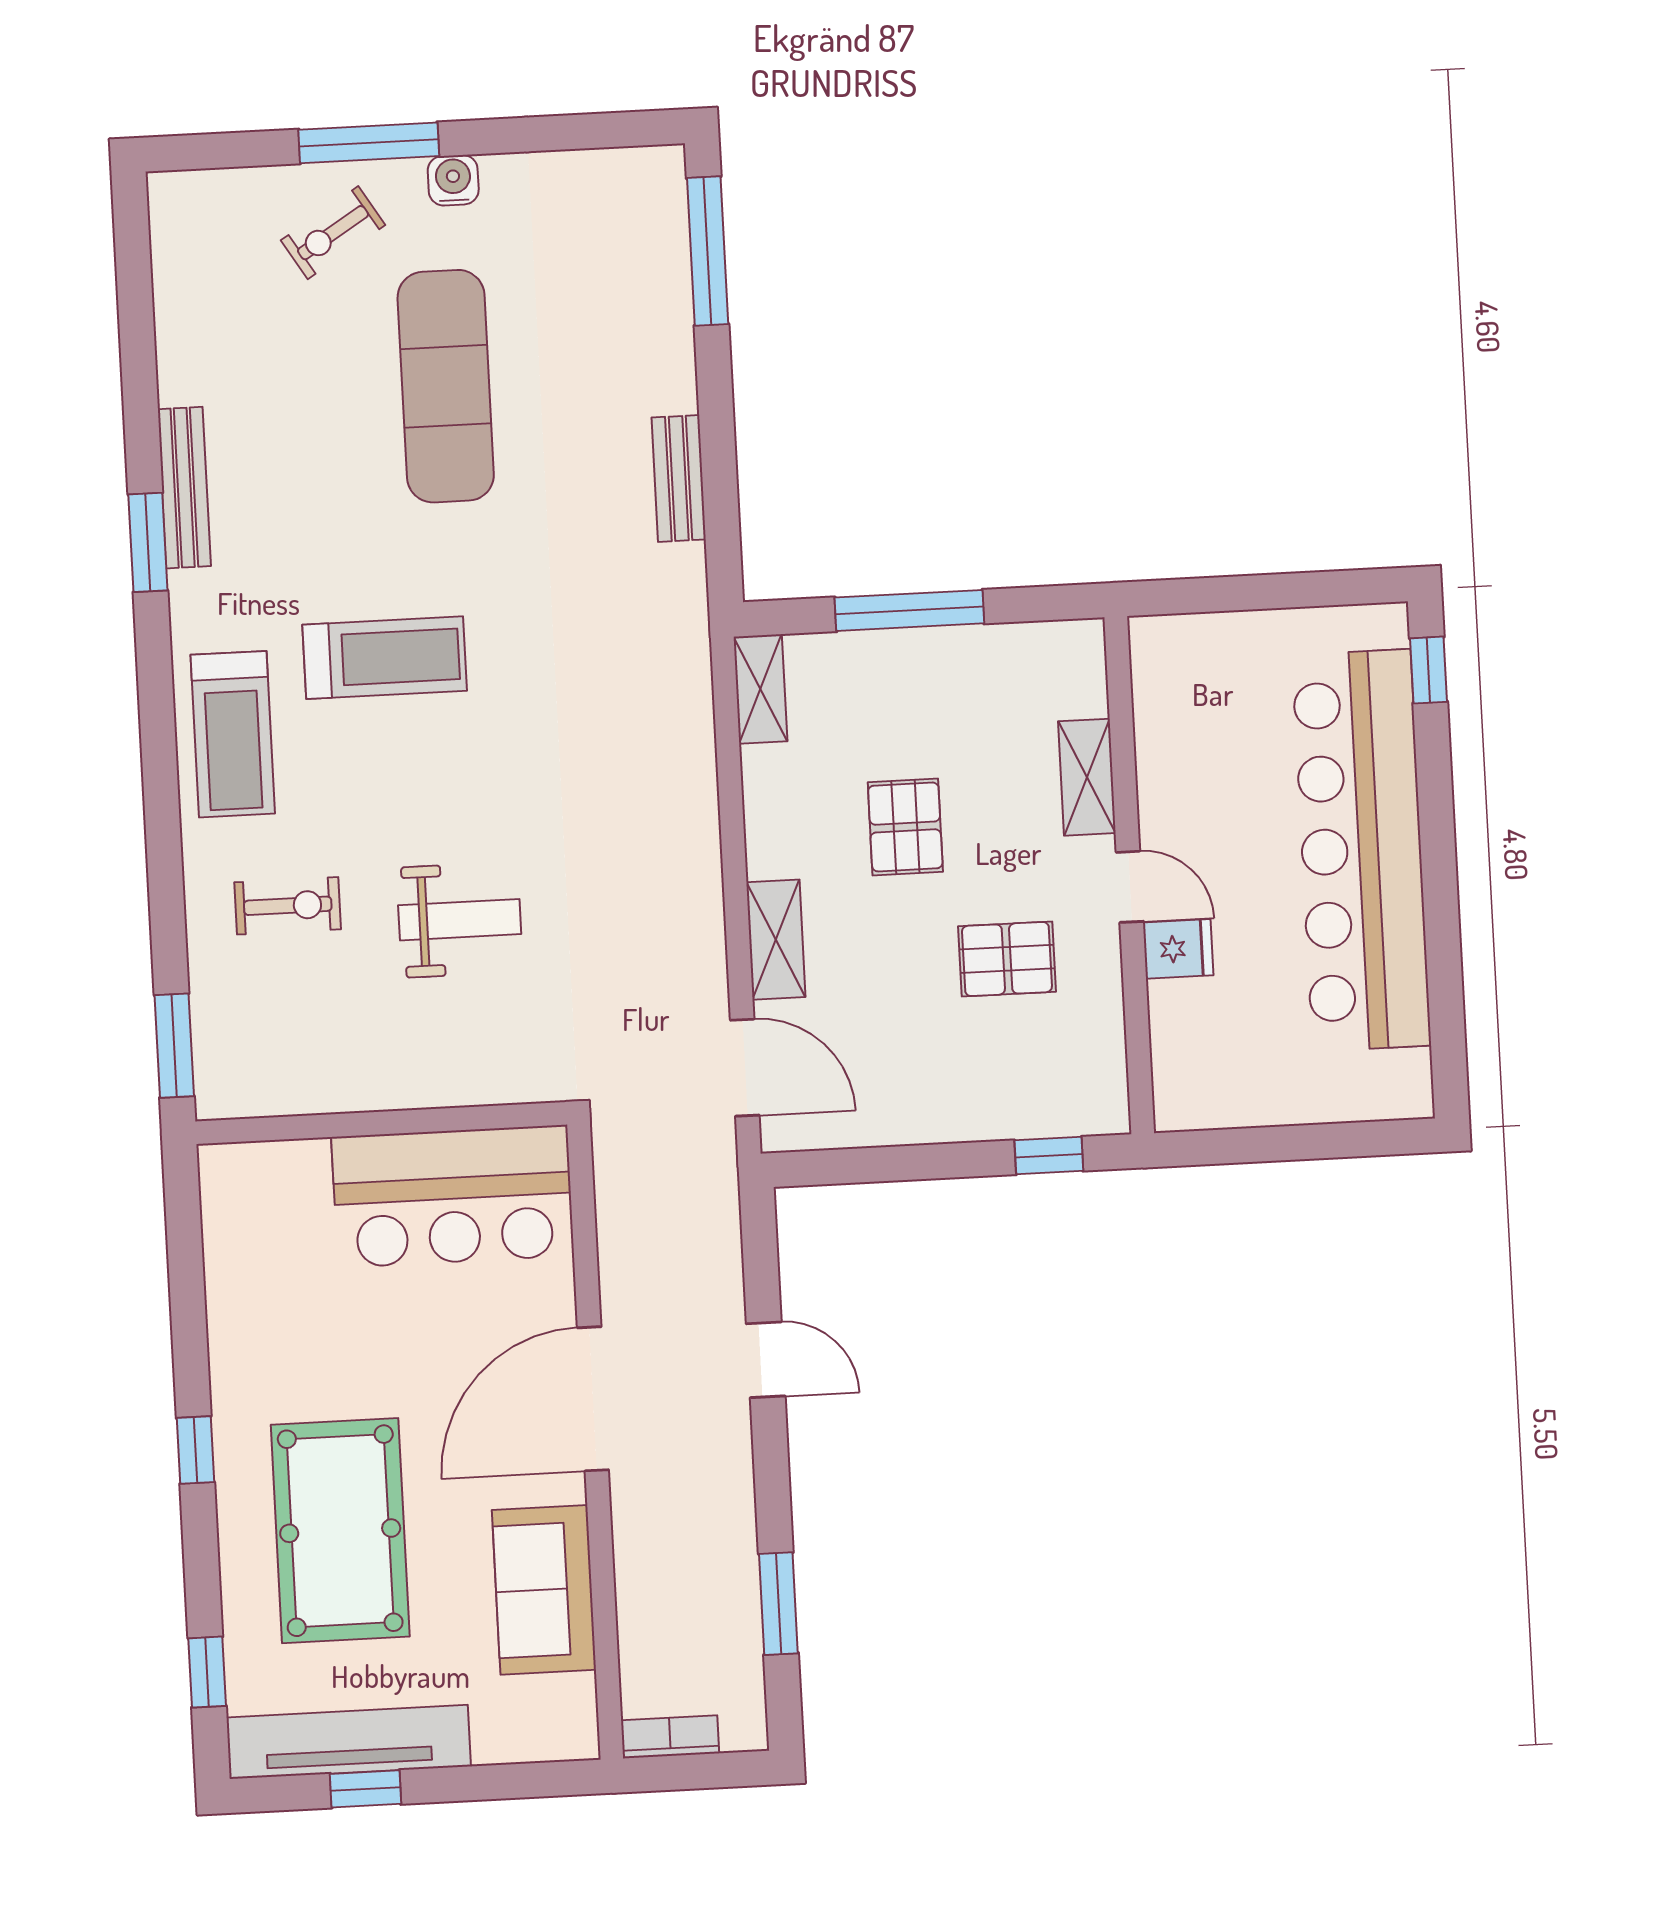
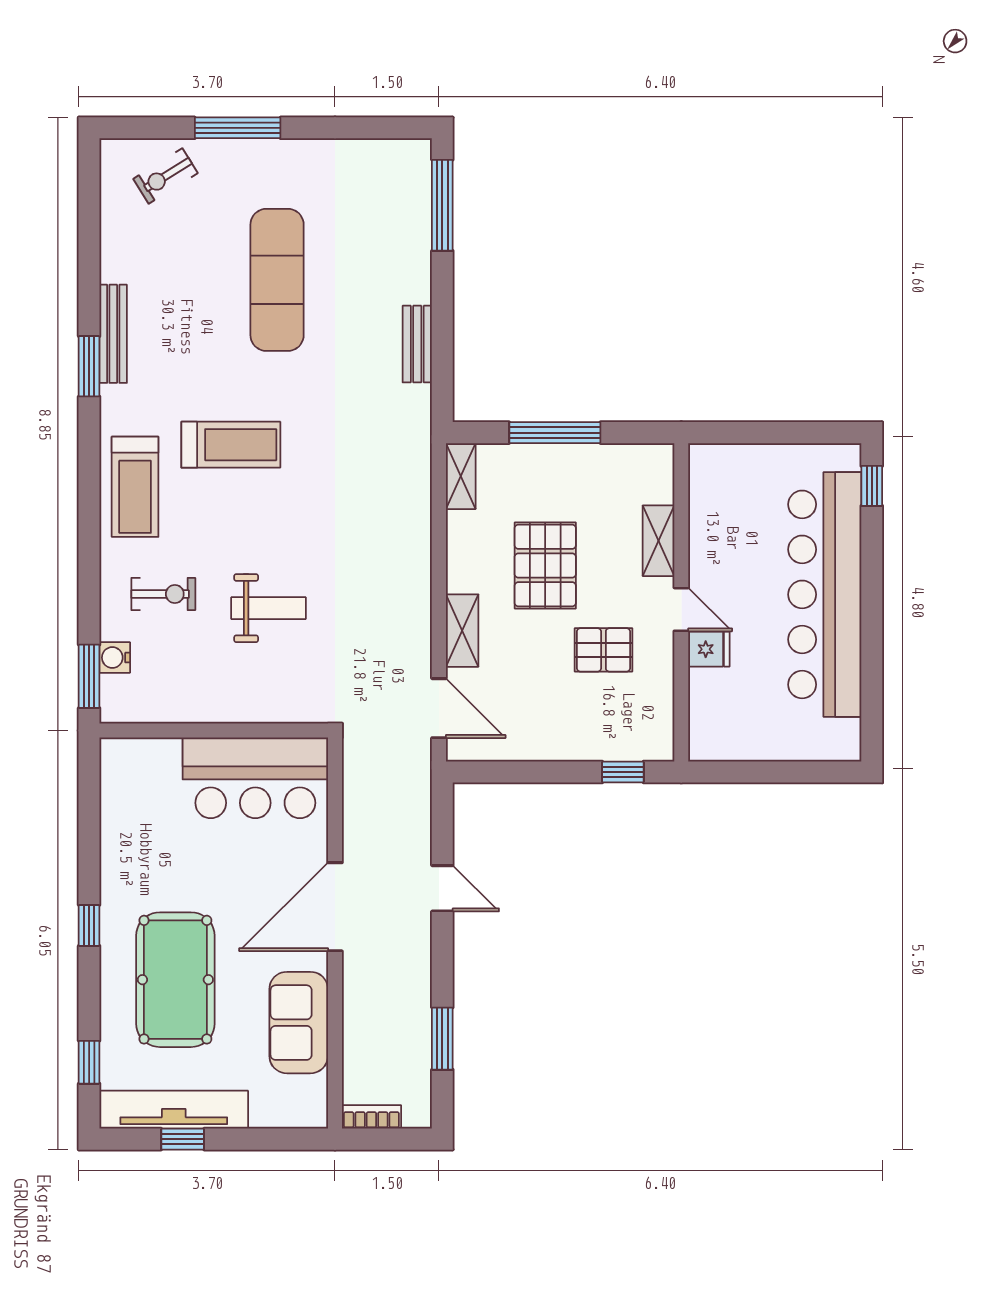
water cooler: (453, 180) -> (115, 658), moved, turned -90
exercise bike: (333, 233) -> (166, 176), moved
pallet: (905, 827) -> (545, 565), width x1.50, depth x1.42

